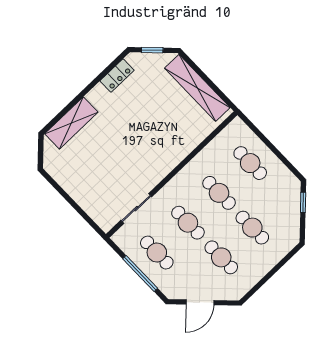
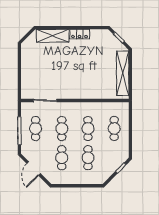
locker: (117, 76) -> (80, 34), moved
door: (200, 302) -> (34, 168), hinge flipped

